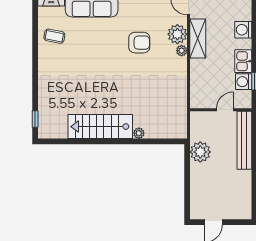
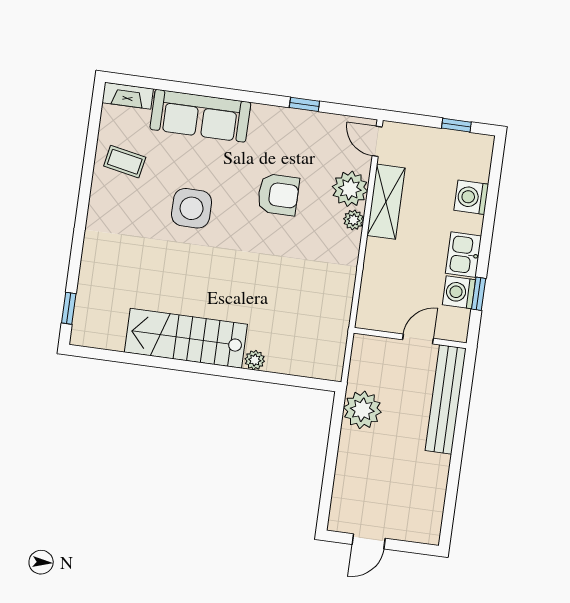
side table: (94, 56) -> (192, 208), added

